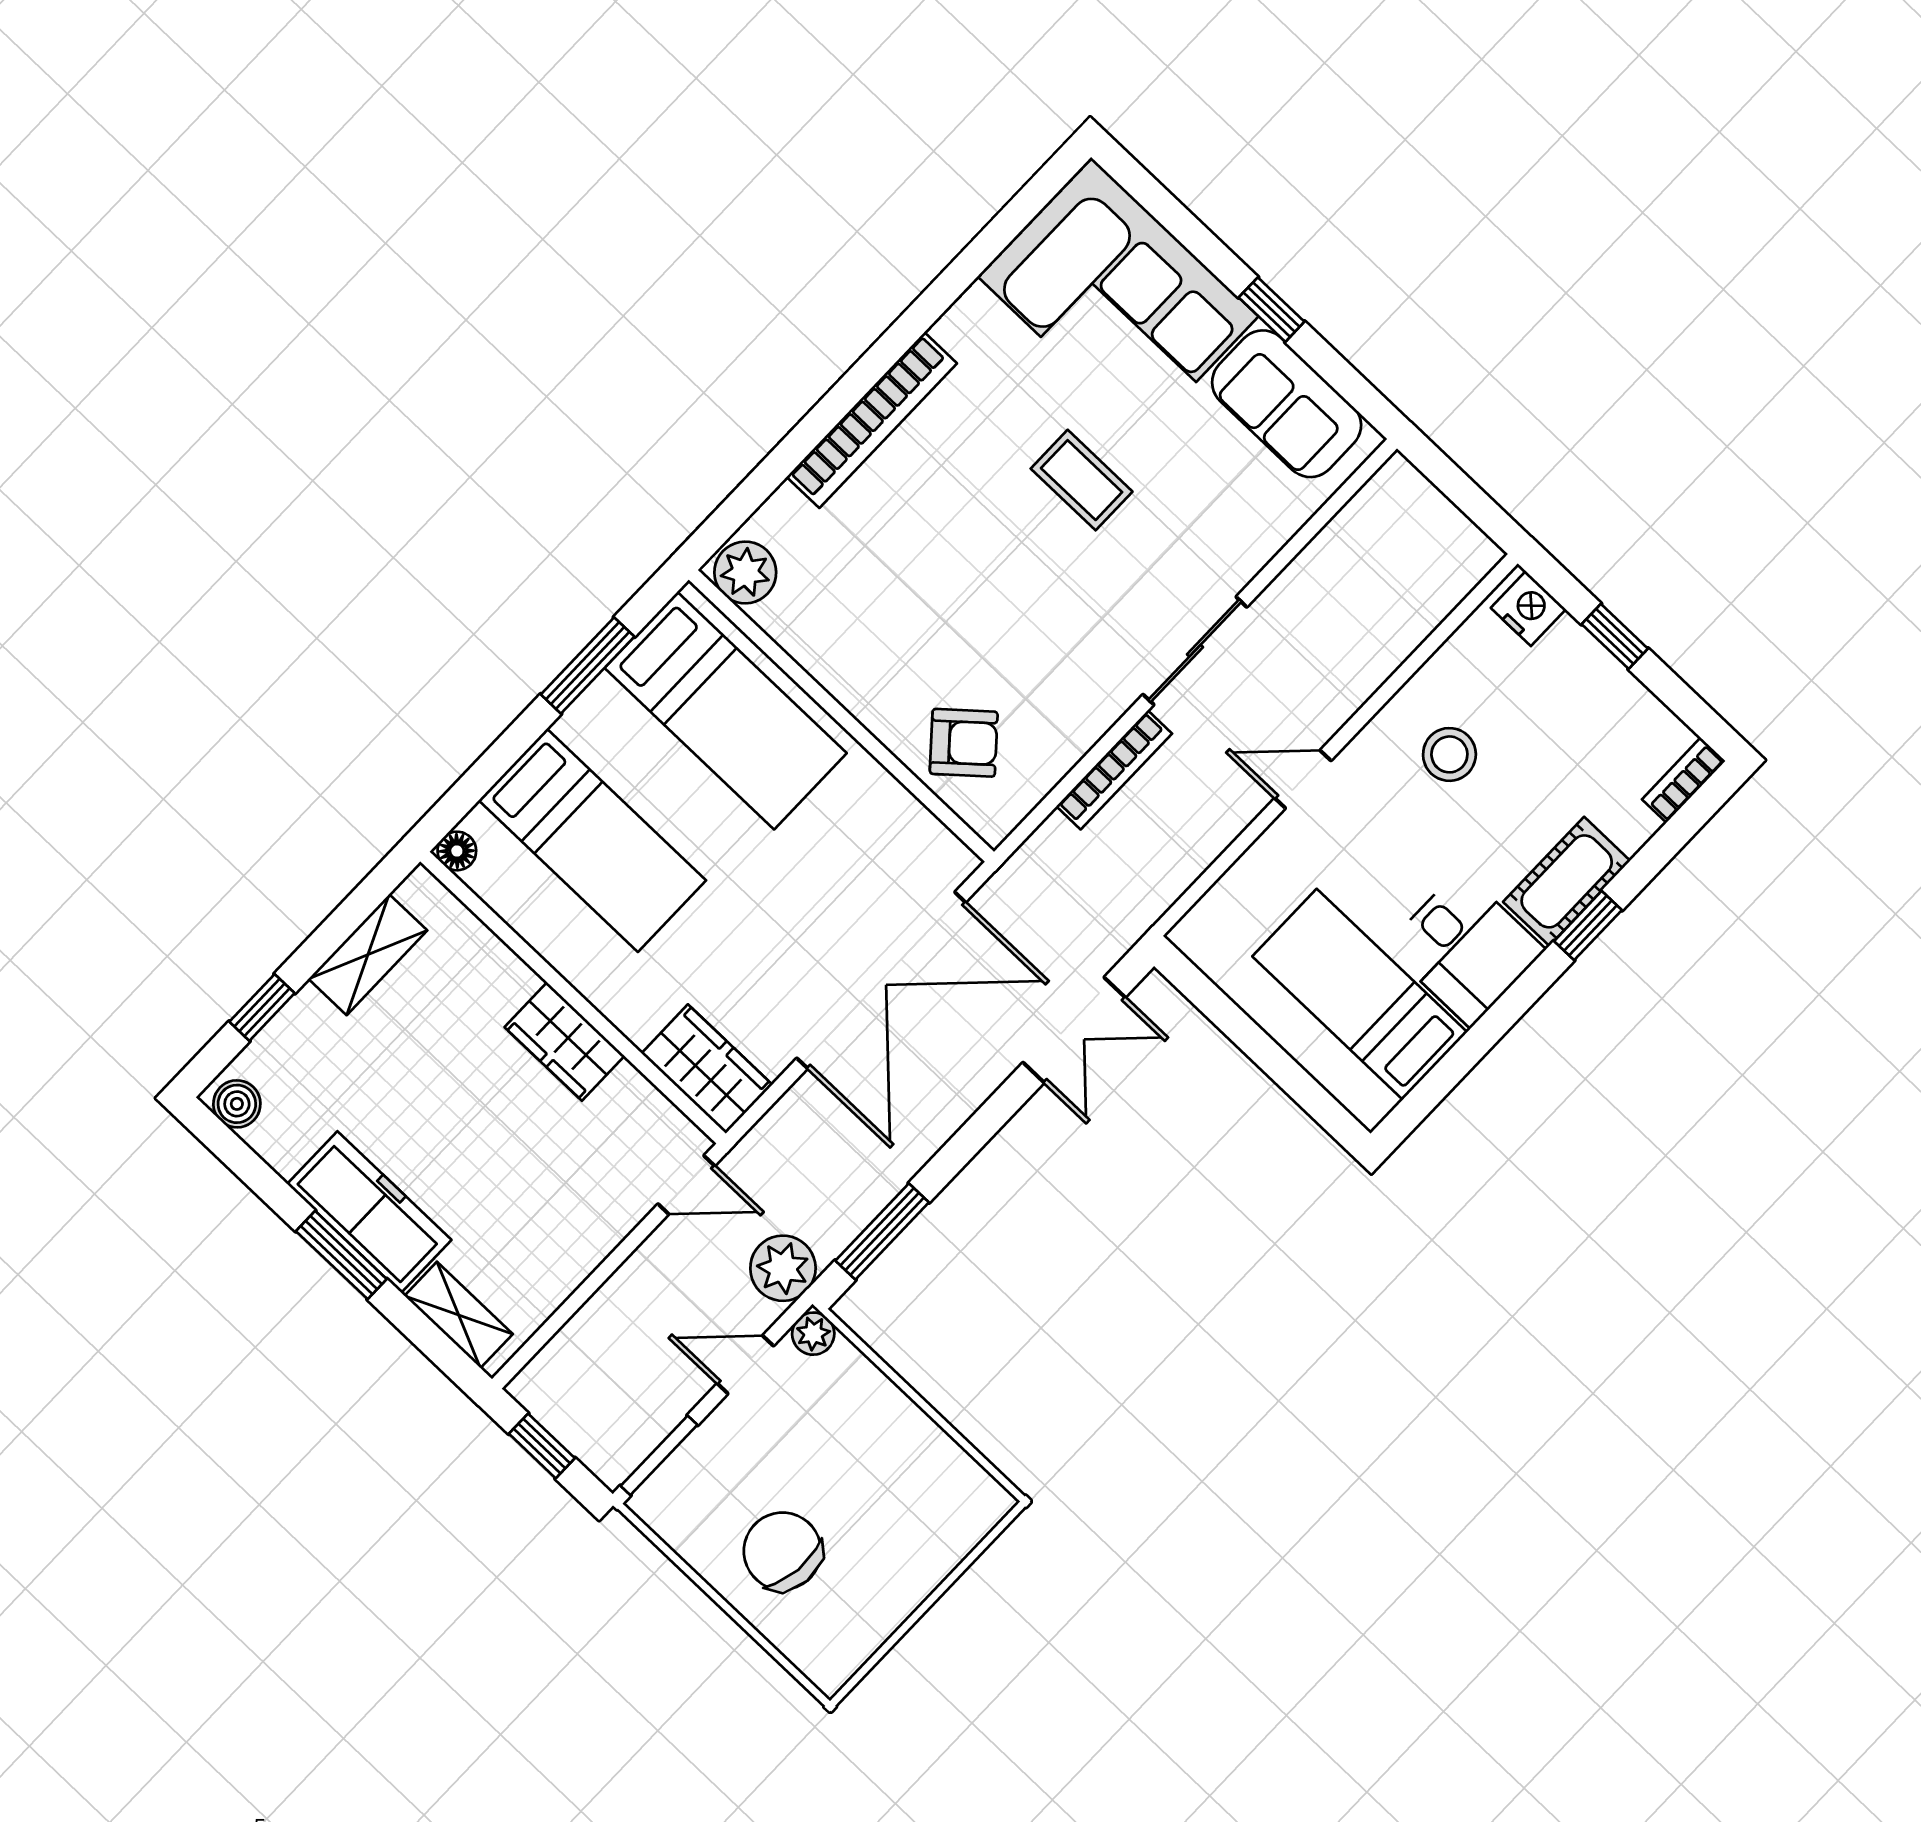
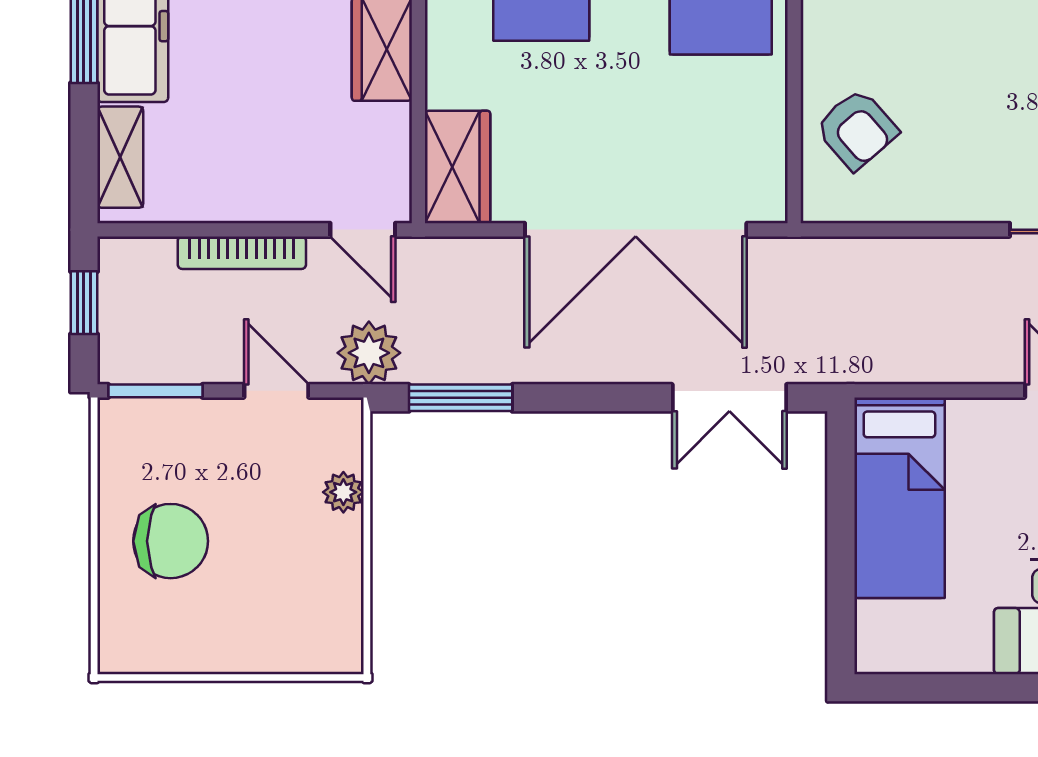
bookcase: (1114, 770) -> (242, 253), moved
bed: (1360, 994) -> (899, 498), moved, turned 180
plant: (813, 1334) -> (343, 492), moved
chair: (782, 1551) -> (171, 541), turned 84

